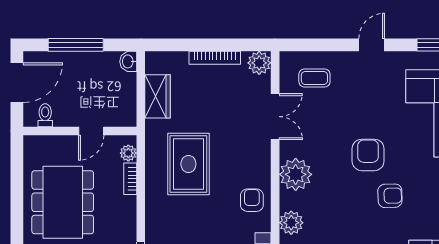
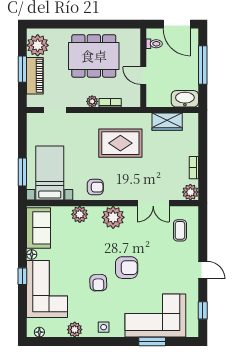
bookcase: (215, 58) -> (194, 168), width x0.64
washbasin: (128, 61) -> (185, 99), width x1.91, depth x1.45
plant: (128, 153) -> (92, 101), moved

